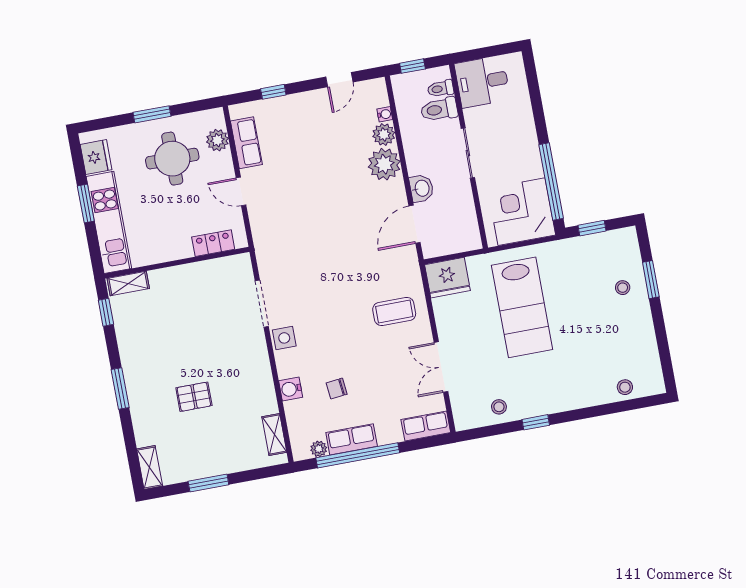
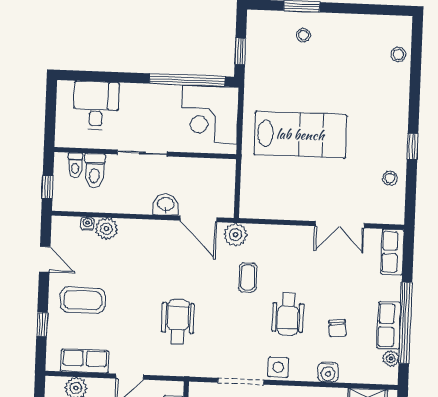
desk: (482, 82) -> (96, 106), moved, turned 180
coffee table: (307, 127) -> (83, 300), added
plant: (384, 164) -> (235, 235), moved, width x0.73, depth x0.73
wheelchair: (307, 227) -> (178, 321), added
fridge: (447, 278) -> (256, 199), removed
coffee table: (394, 312) -> (248, 277), moved, width x0.73, depth x0.77
wheelchair: (340, 336) -> (288, 314), added

